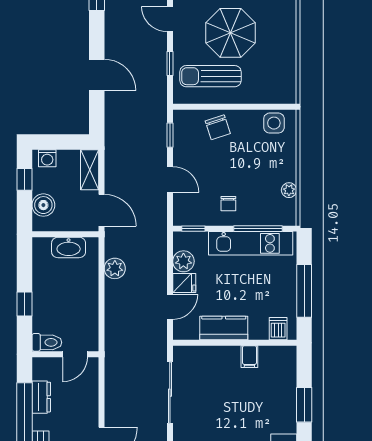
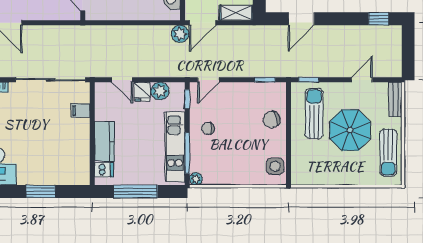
window: (170, 63) -> (309, 80), moved
door: (97, 75) -> (301, 19), moved
door: (170, 179) -> (208, 80), moved
plant: (289, 190) -> (196, 179), moved
plant: (115, 268) -> (180, 34), moved
kitchen counter: (224, 328) -> (104, 141), moved
filing cabinet: (249, 357) -> (81, 111), moved
sliding door: (170, 393) -> (51, 80), width x1.36

